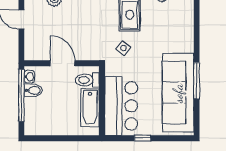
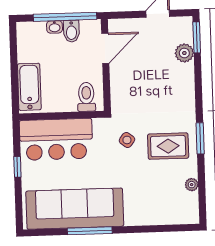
door: (63, 63) -> (105, 48), moved
washbasin: (29, 77) -> (55, 27), moved
bathtub: (90, 108) -> (29, 87), moved, turned 90

